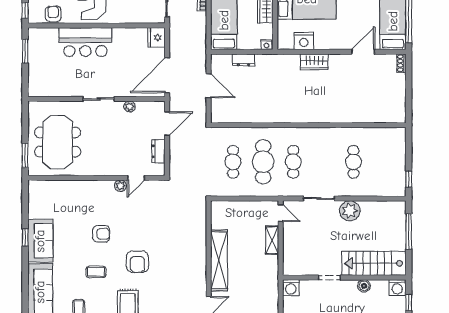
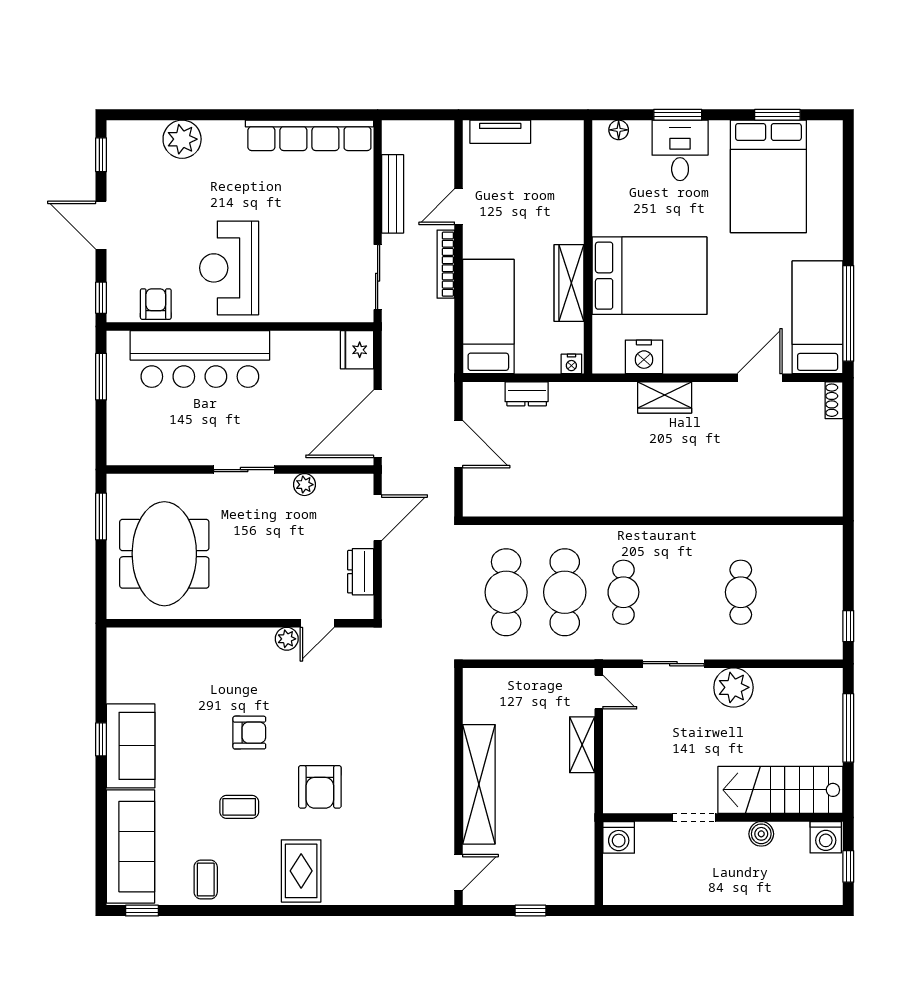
bar counter: (85, 42) -> (200, 359), width x1.36
window: (25, 155) -> (101, 516), moved
cafe table: (233, 162) -> (506, 592), width x1.37, depth x1.35

